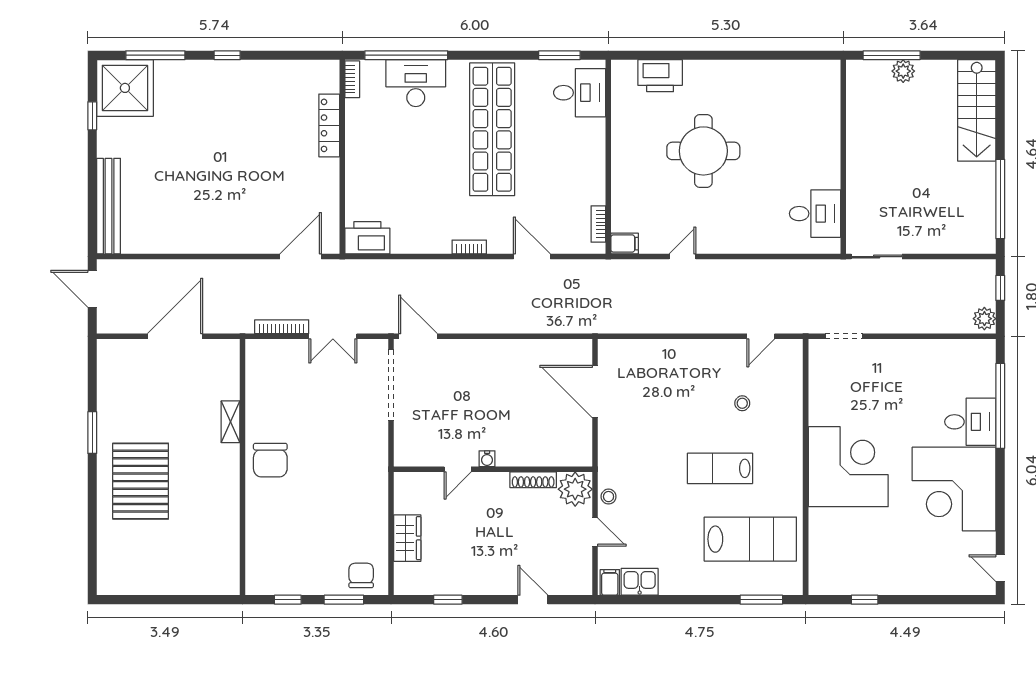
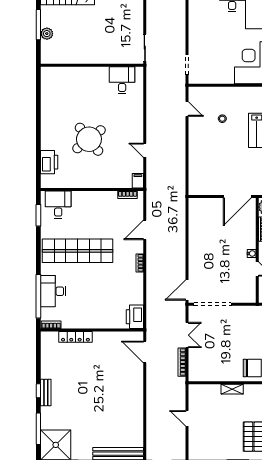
window: (892, 55) -> (38, 25), moved
bench: (224, 69) -> (46, 392), added
round table: (703, 151) -> (89, 139), turned -38
door: (175, 336) -> (187, 418), width x0.53
door: (595, 392) -> (237, 196), moved

